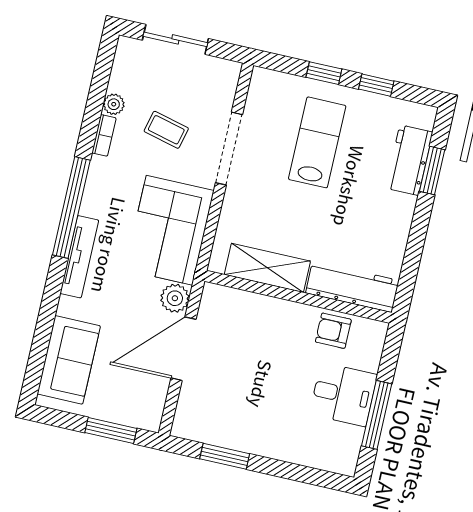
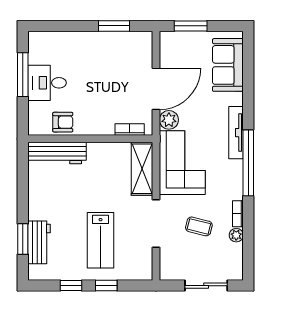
shelving: (267, 268) -> (142, 169), moved, turned 90
bookcase: (236, 297) -> (130, 129), added

